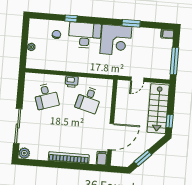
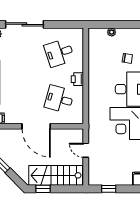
window: (174, 61) -> (109, 189), width x0.46
door: (111, 137) -> (36, 126), moved

